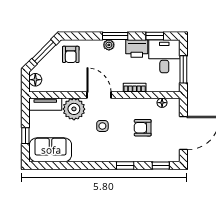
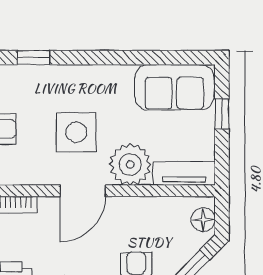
door: (99, 95) -> (83, 191), hinge flipped
side table: (102, 126) -> (76, 132), width x1.87, depth x1.87

